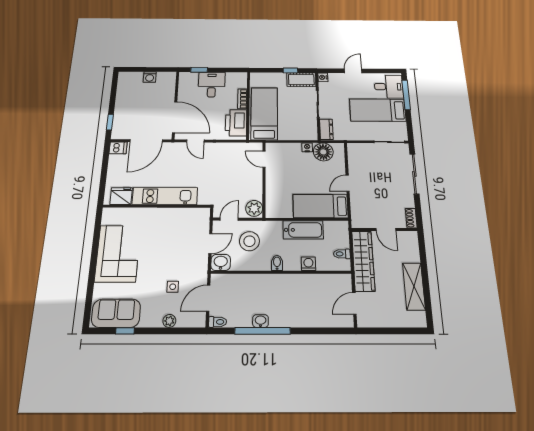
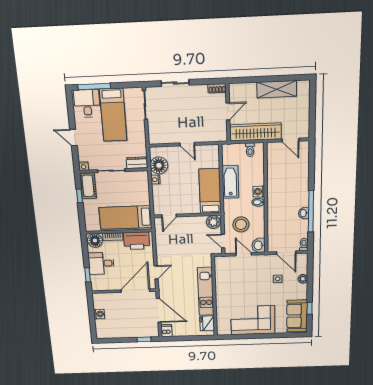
floor lamp: (239, 81) -> (95, 241), added
sliding door: (414, 174) -> (175, 83), width x0.73
bed: (320, 206) -> (210, 191), moved, turned 180
washing machine: (308, 264) -> (259, 192), moved

